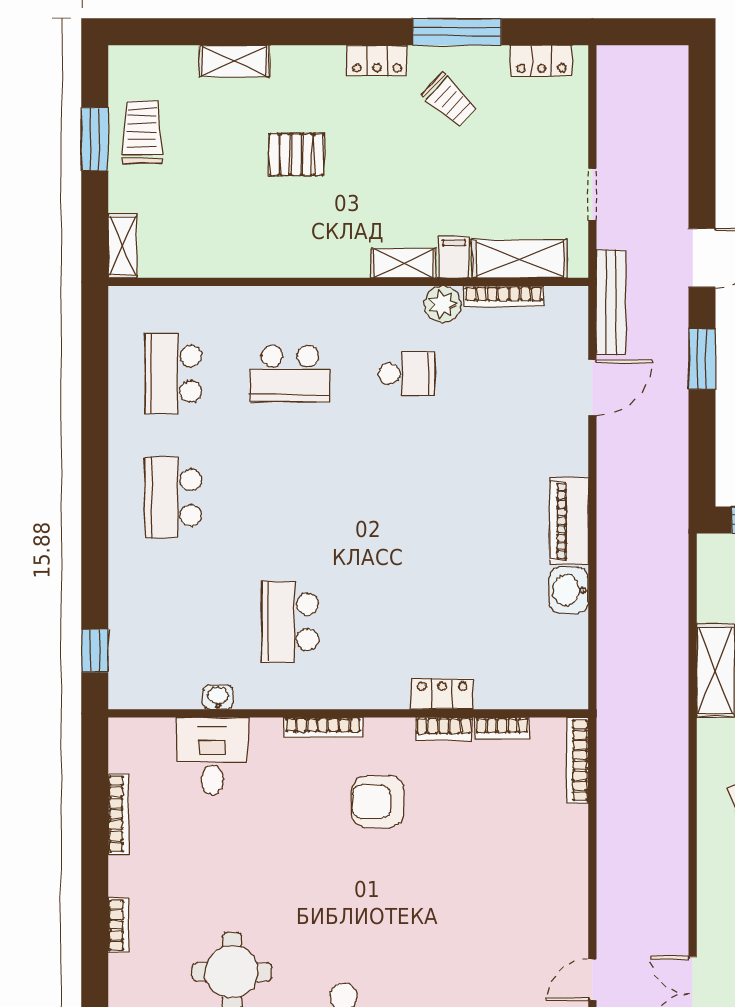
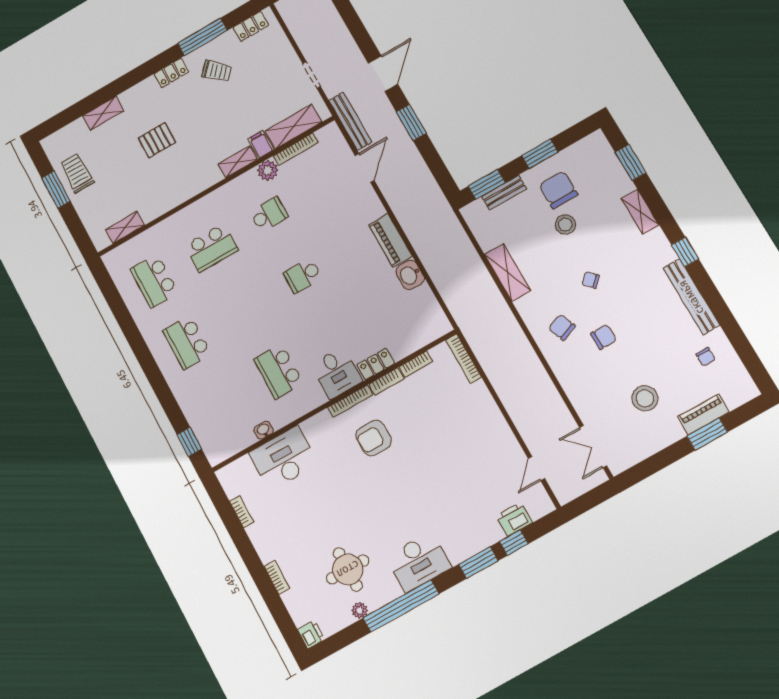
shelving: (123, 246) -> (125, 227), moved, turned 90
school desk: (407, 498) -> (303, 276), added
desk: (376, 674) -> (337, 373), added
bookcase: (323, 727) -> (350, 401), moved
desk: (212, 756) -> (284, 458), width x1.37
bookcase: (118, 814) -> (242, 512), width x0.64

